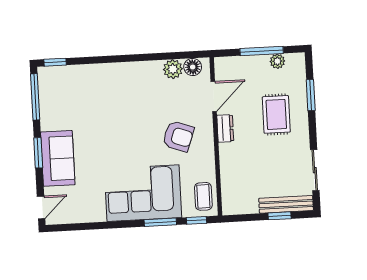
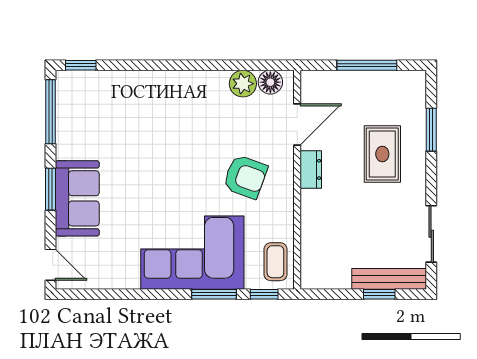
plant: (277, 61) -> (388, 81), removed
door: (41, 207) -> (51, 265), hinge flipped

